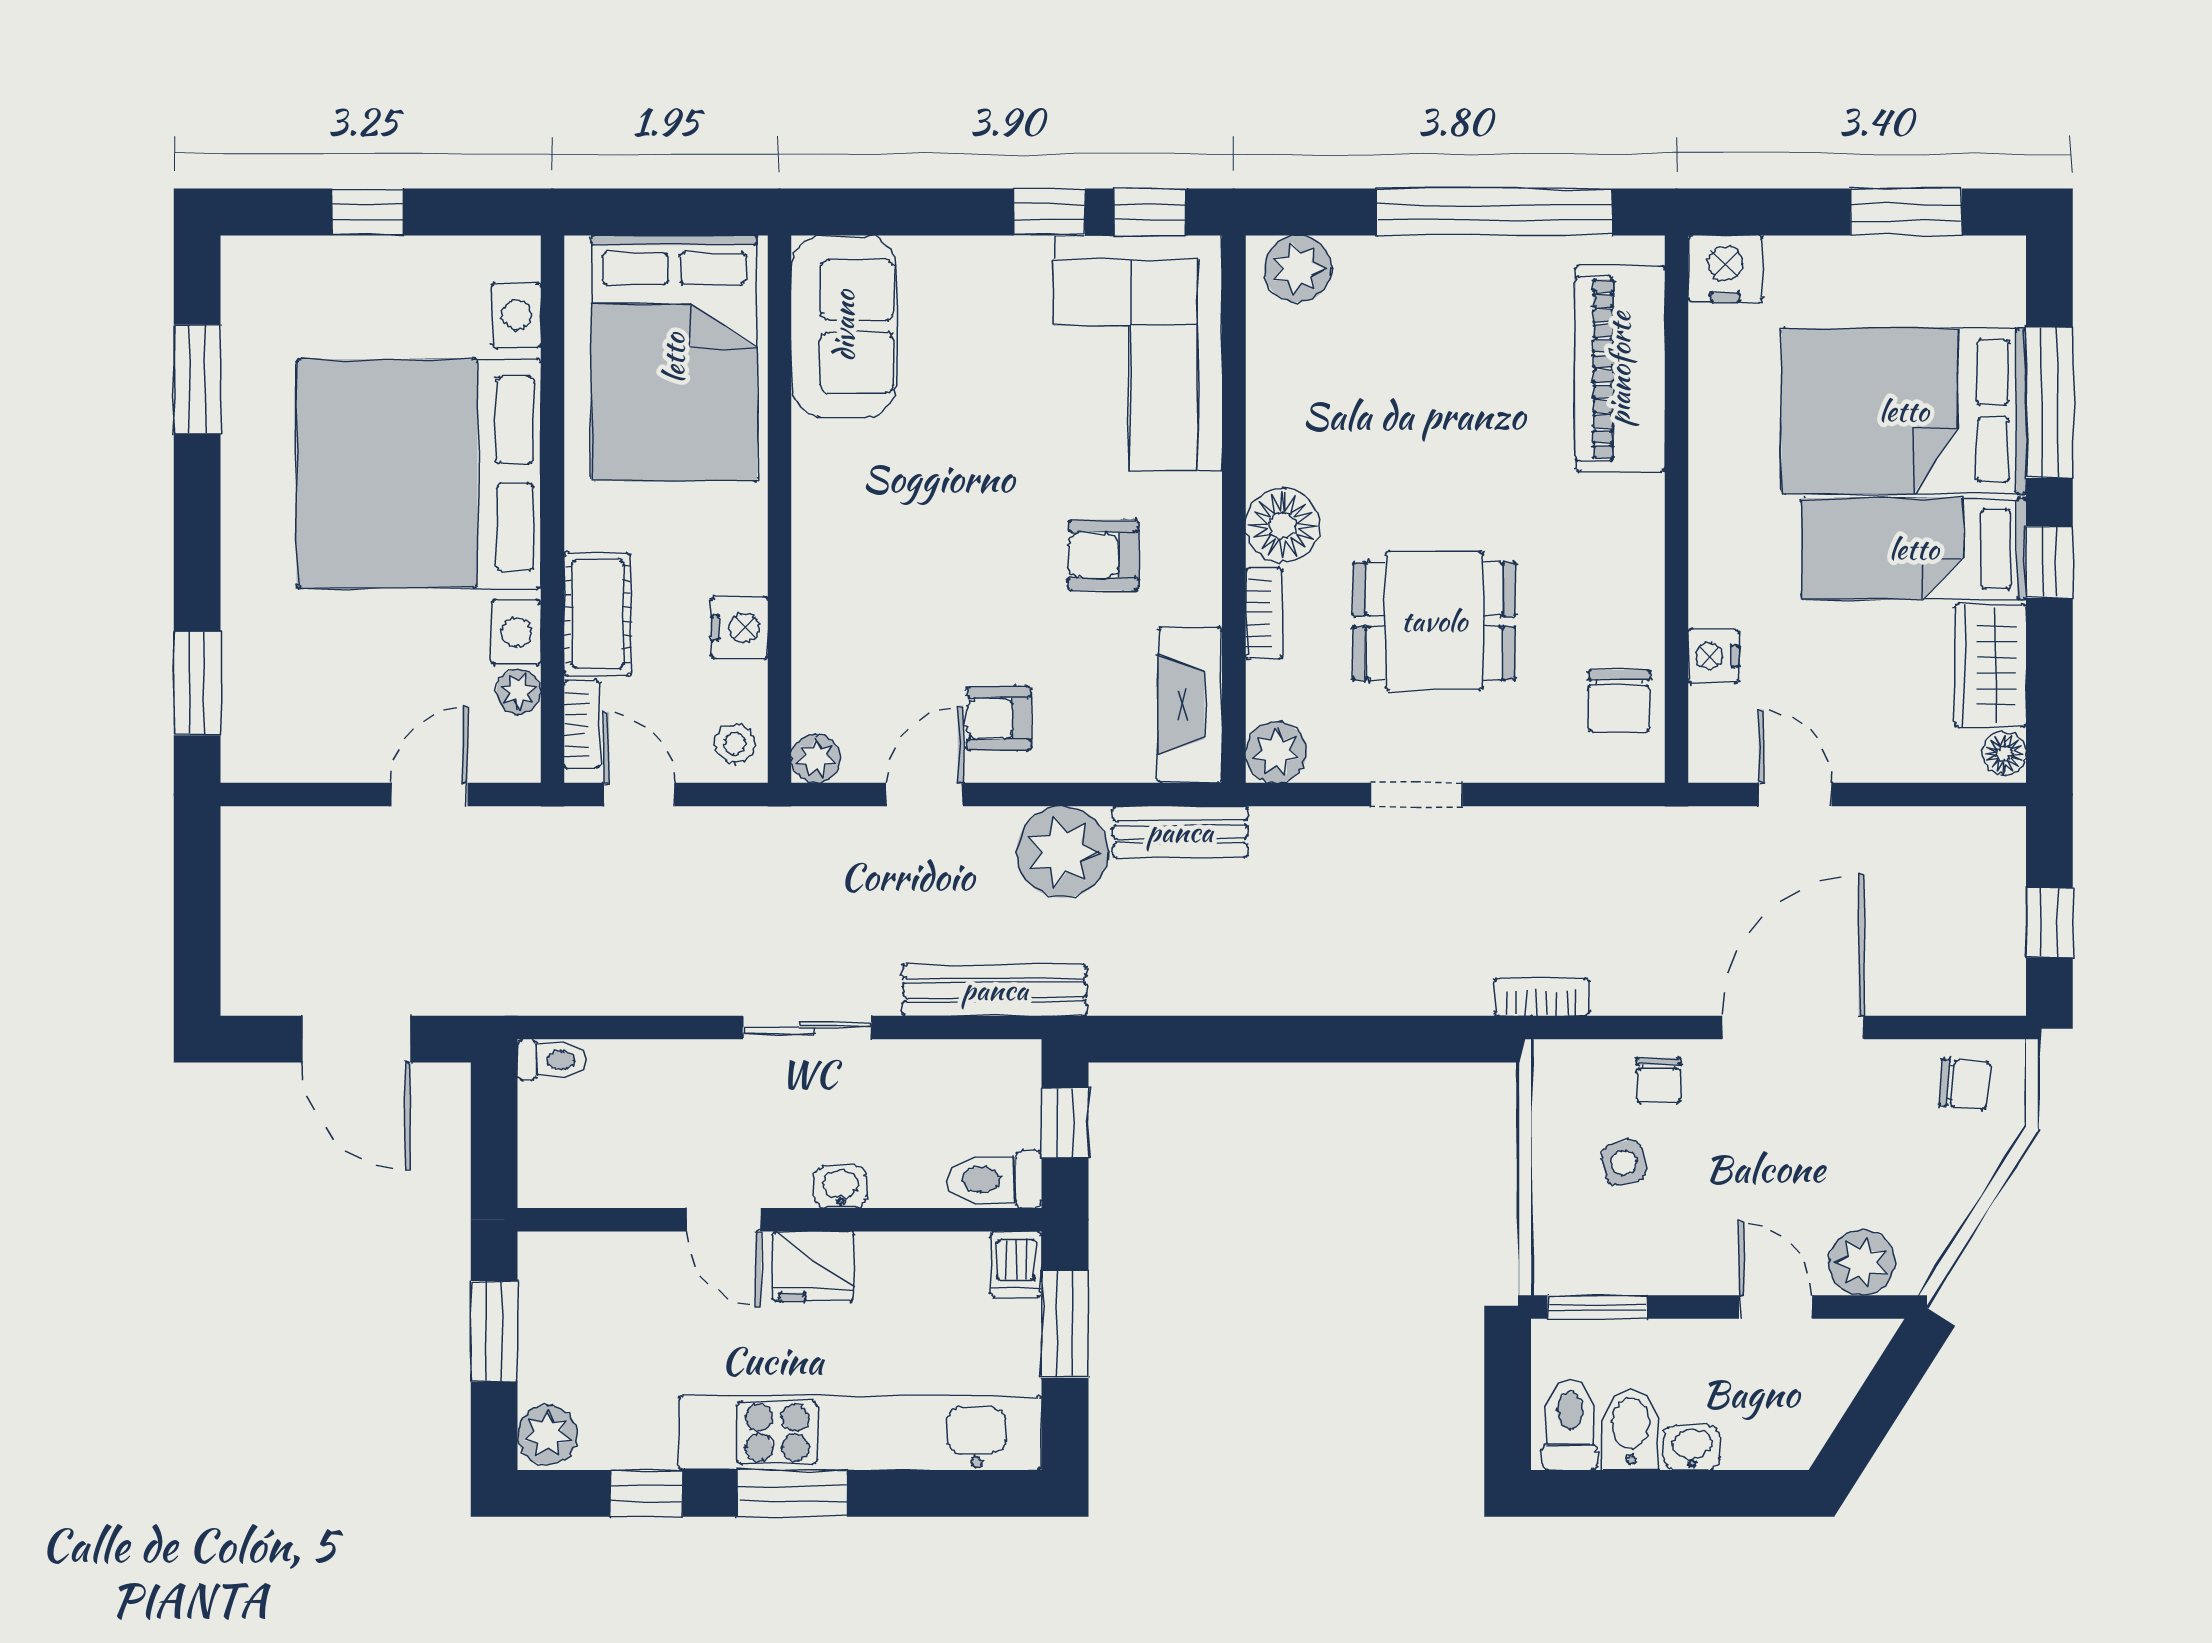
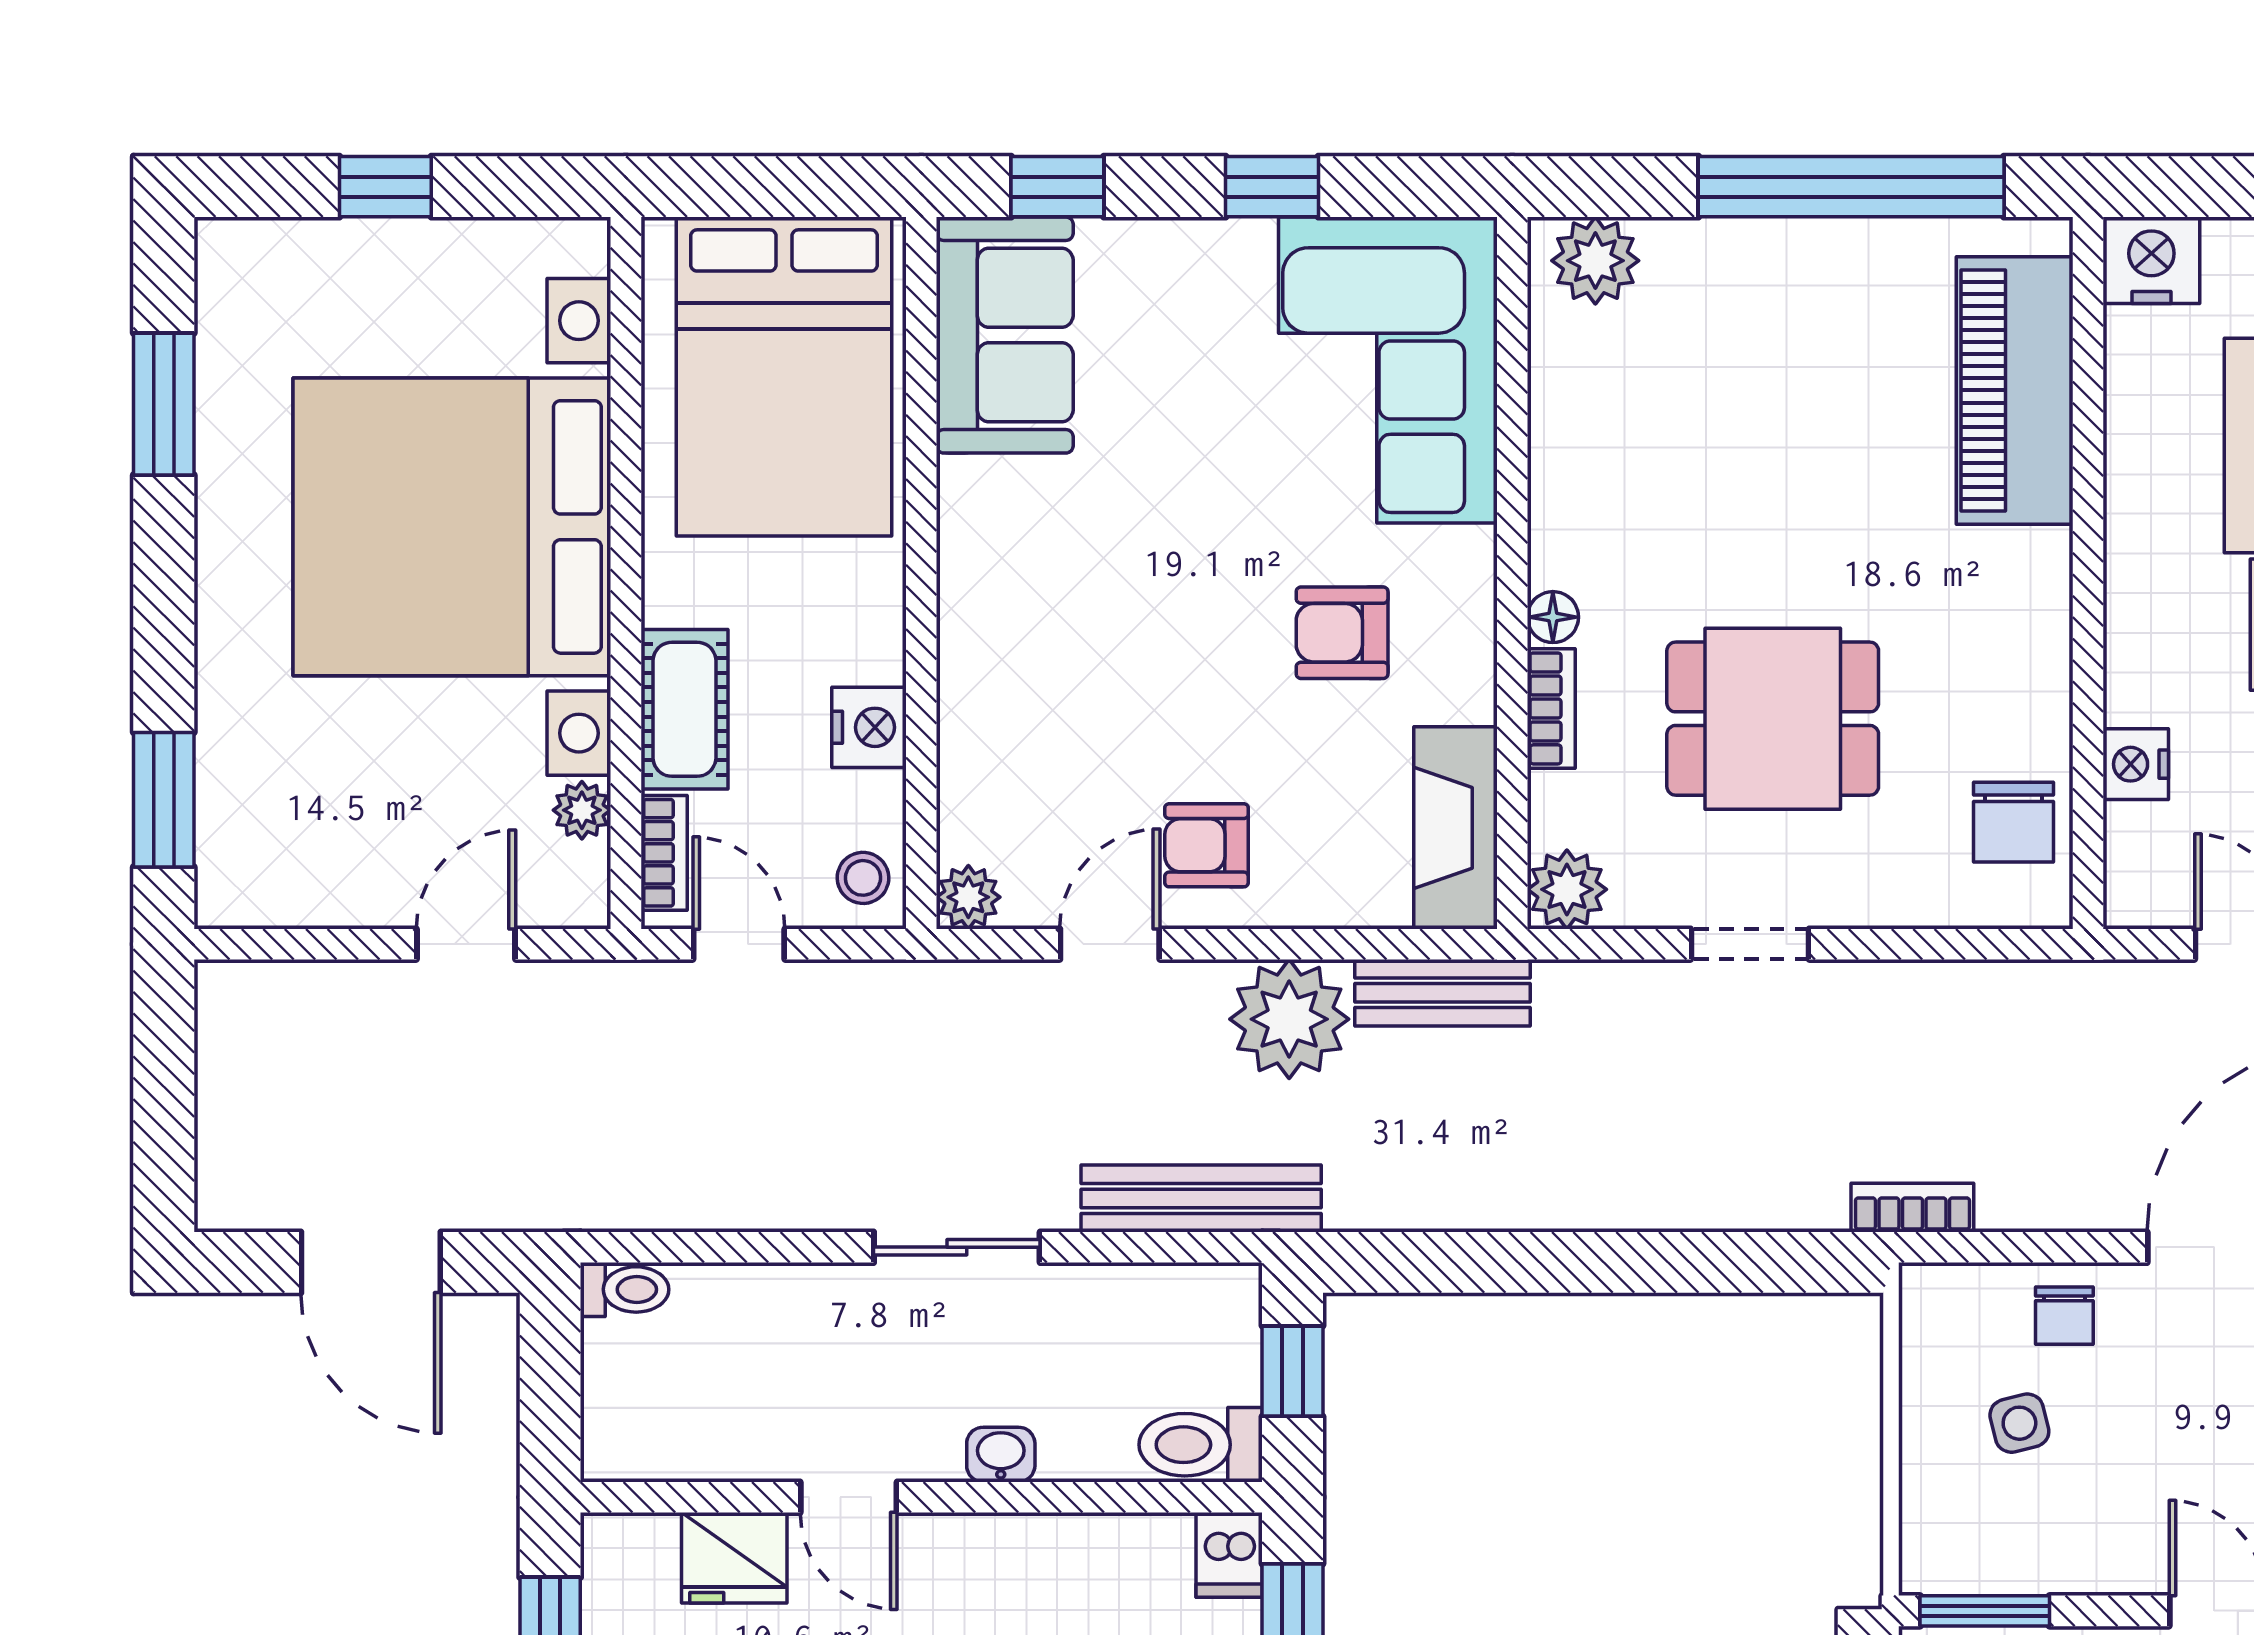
window: (1150, 212) -> (1057, 187), moved
floor lamp: (1283, 526) -> (1553, 617), width x0.53, depth x0.53
fridge: (813, 1266) -> (734, 1558), moved

